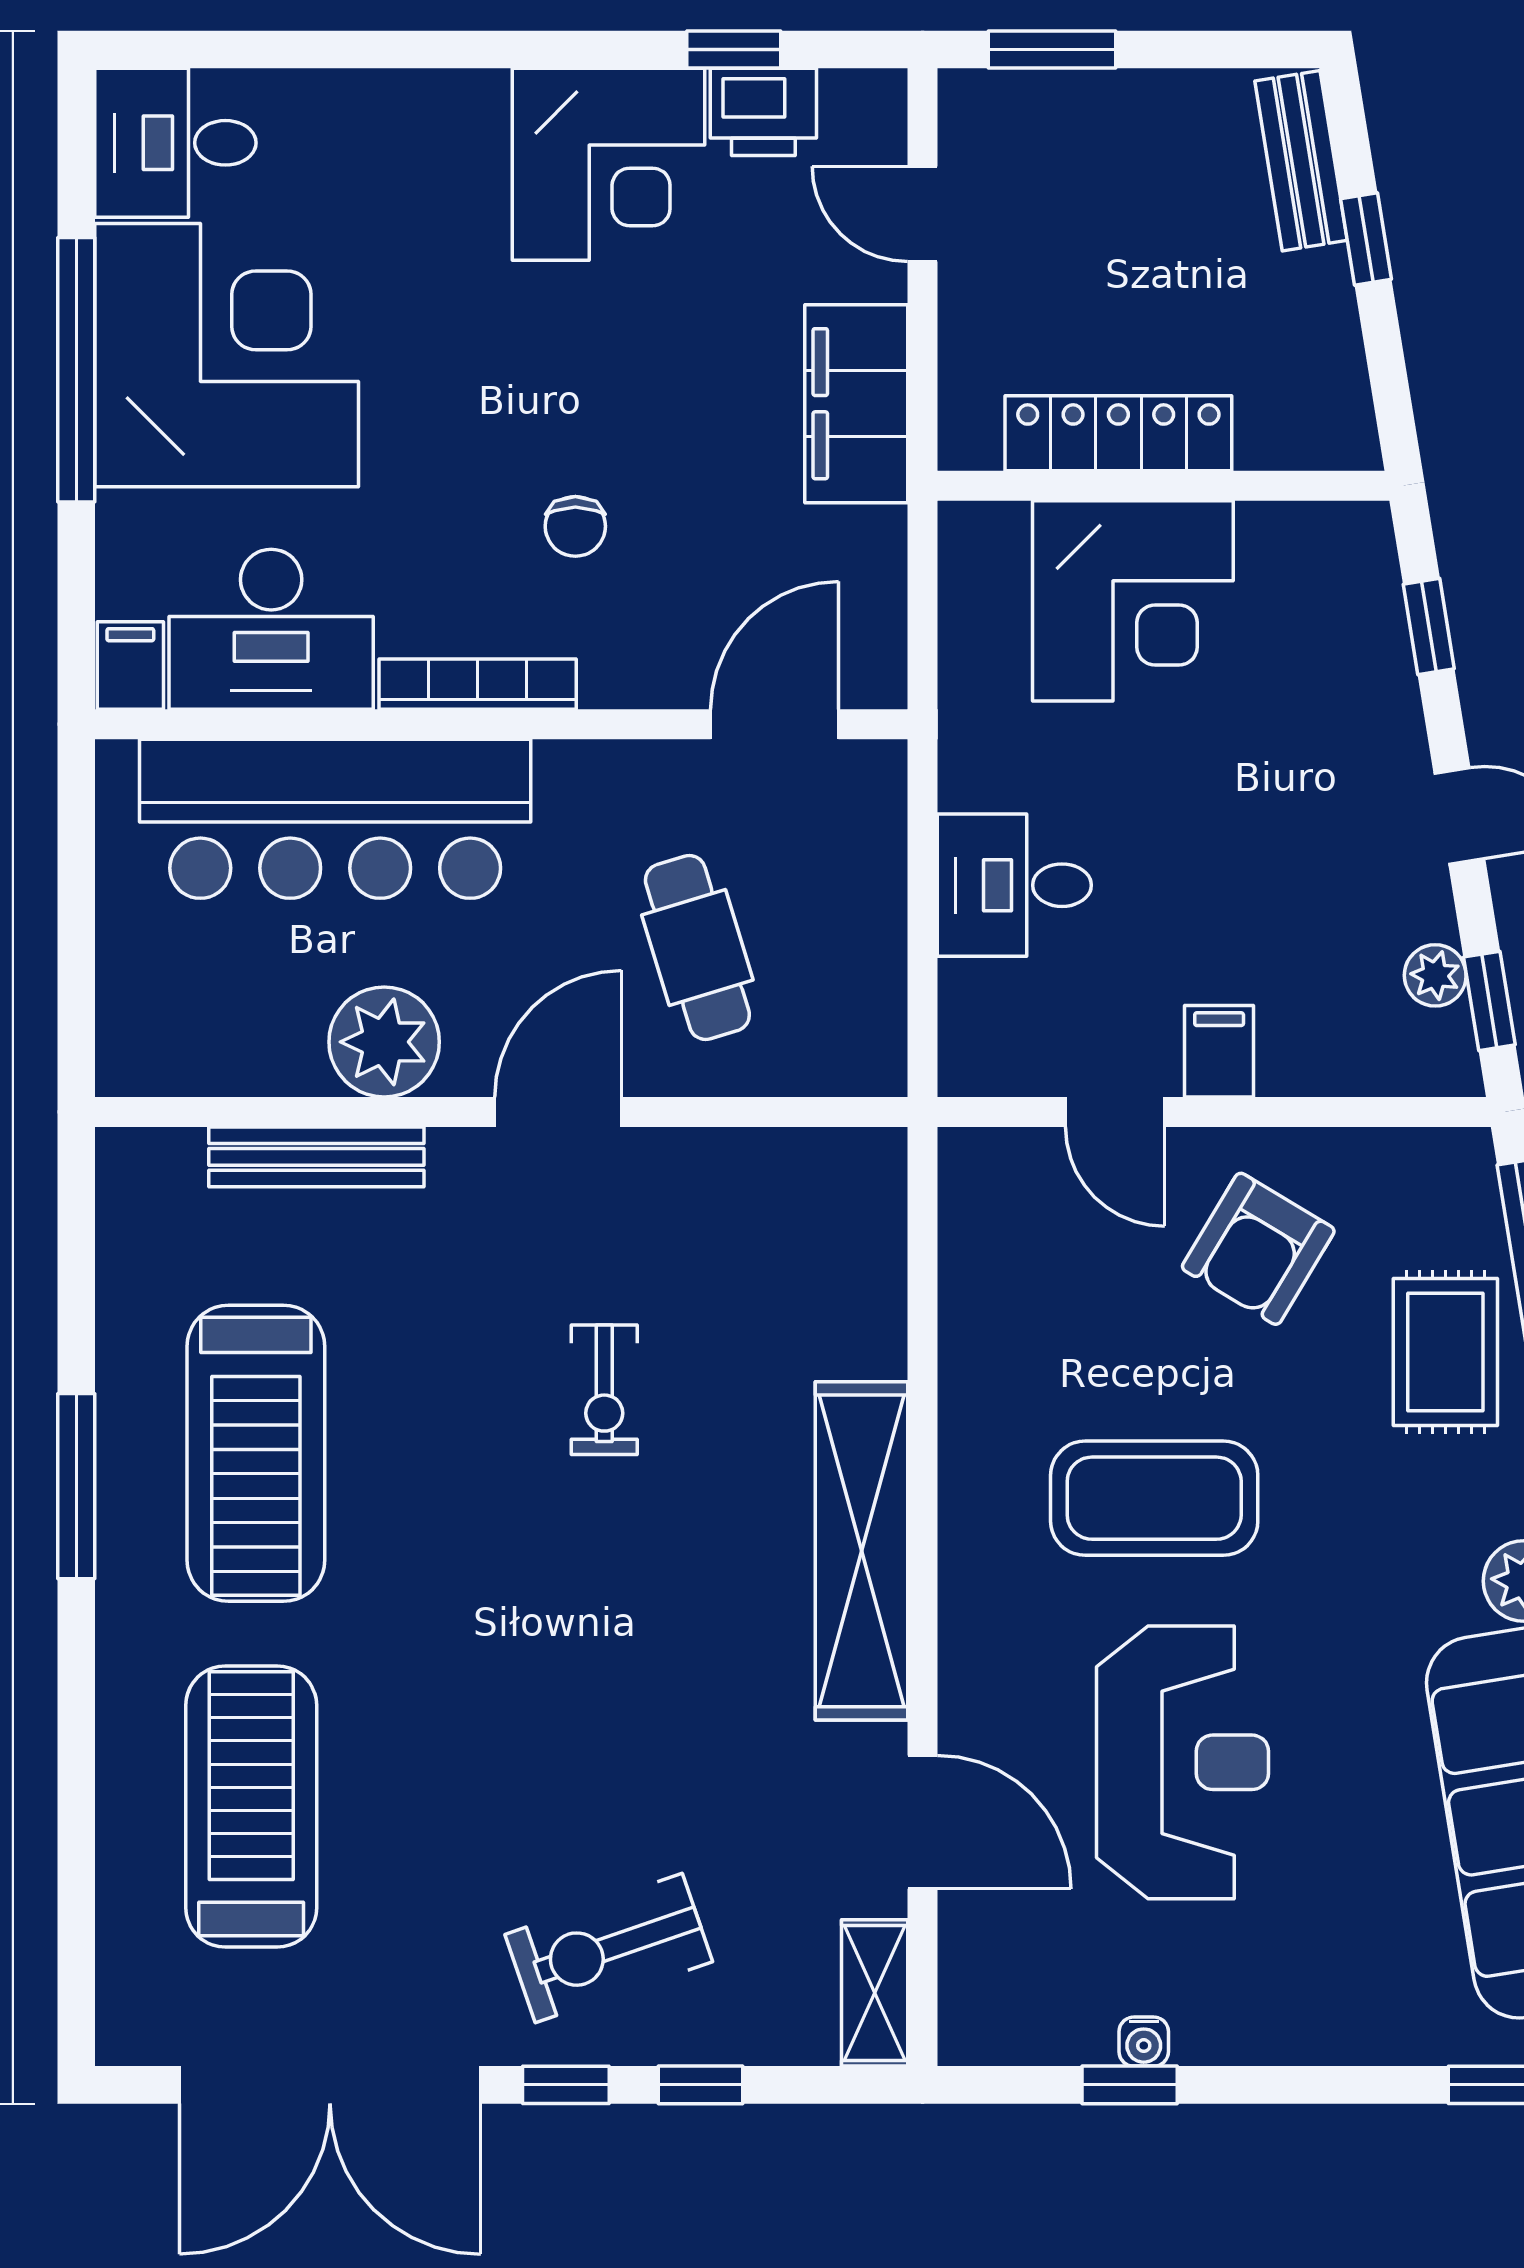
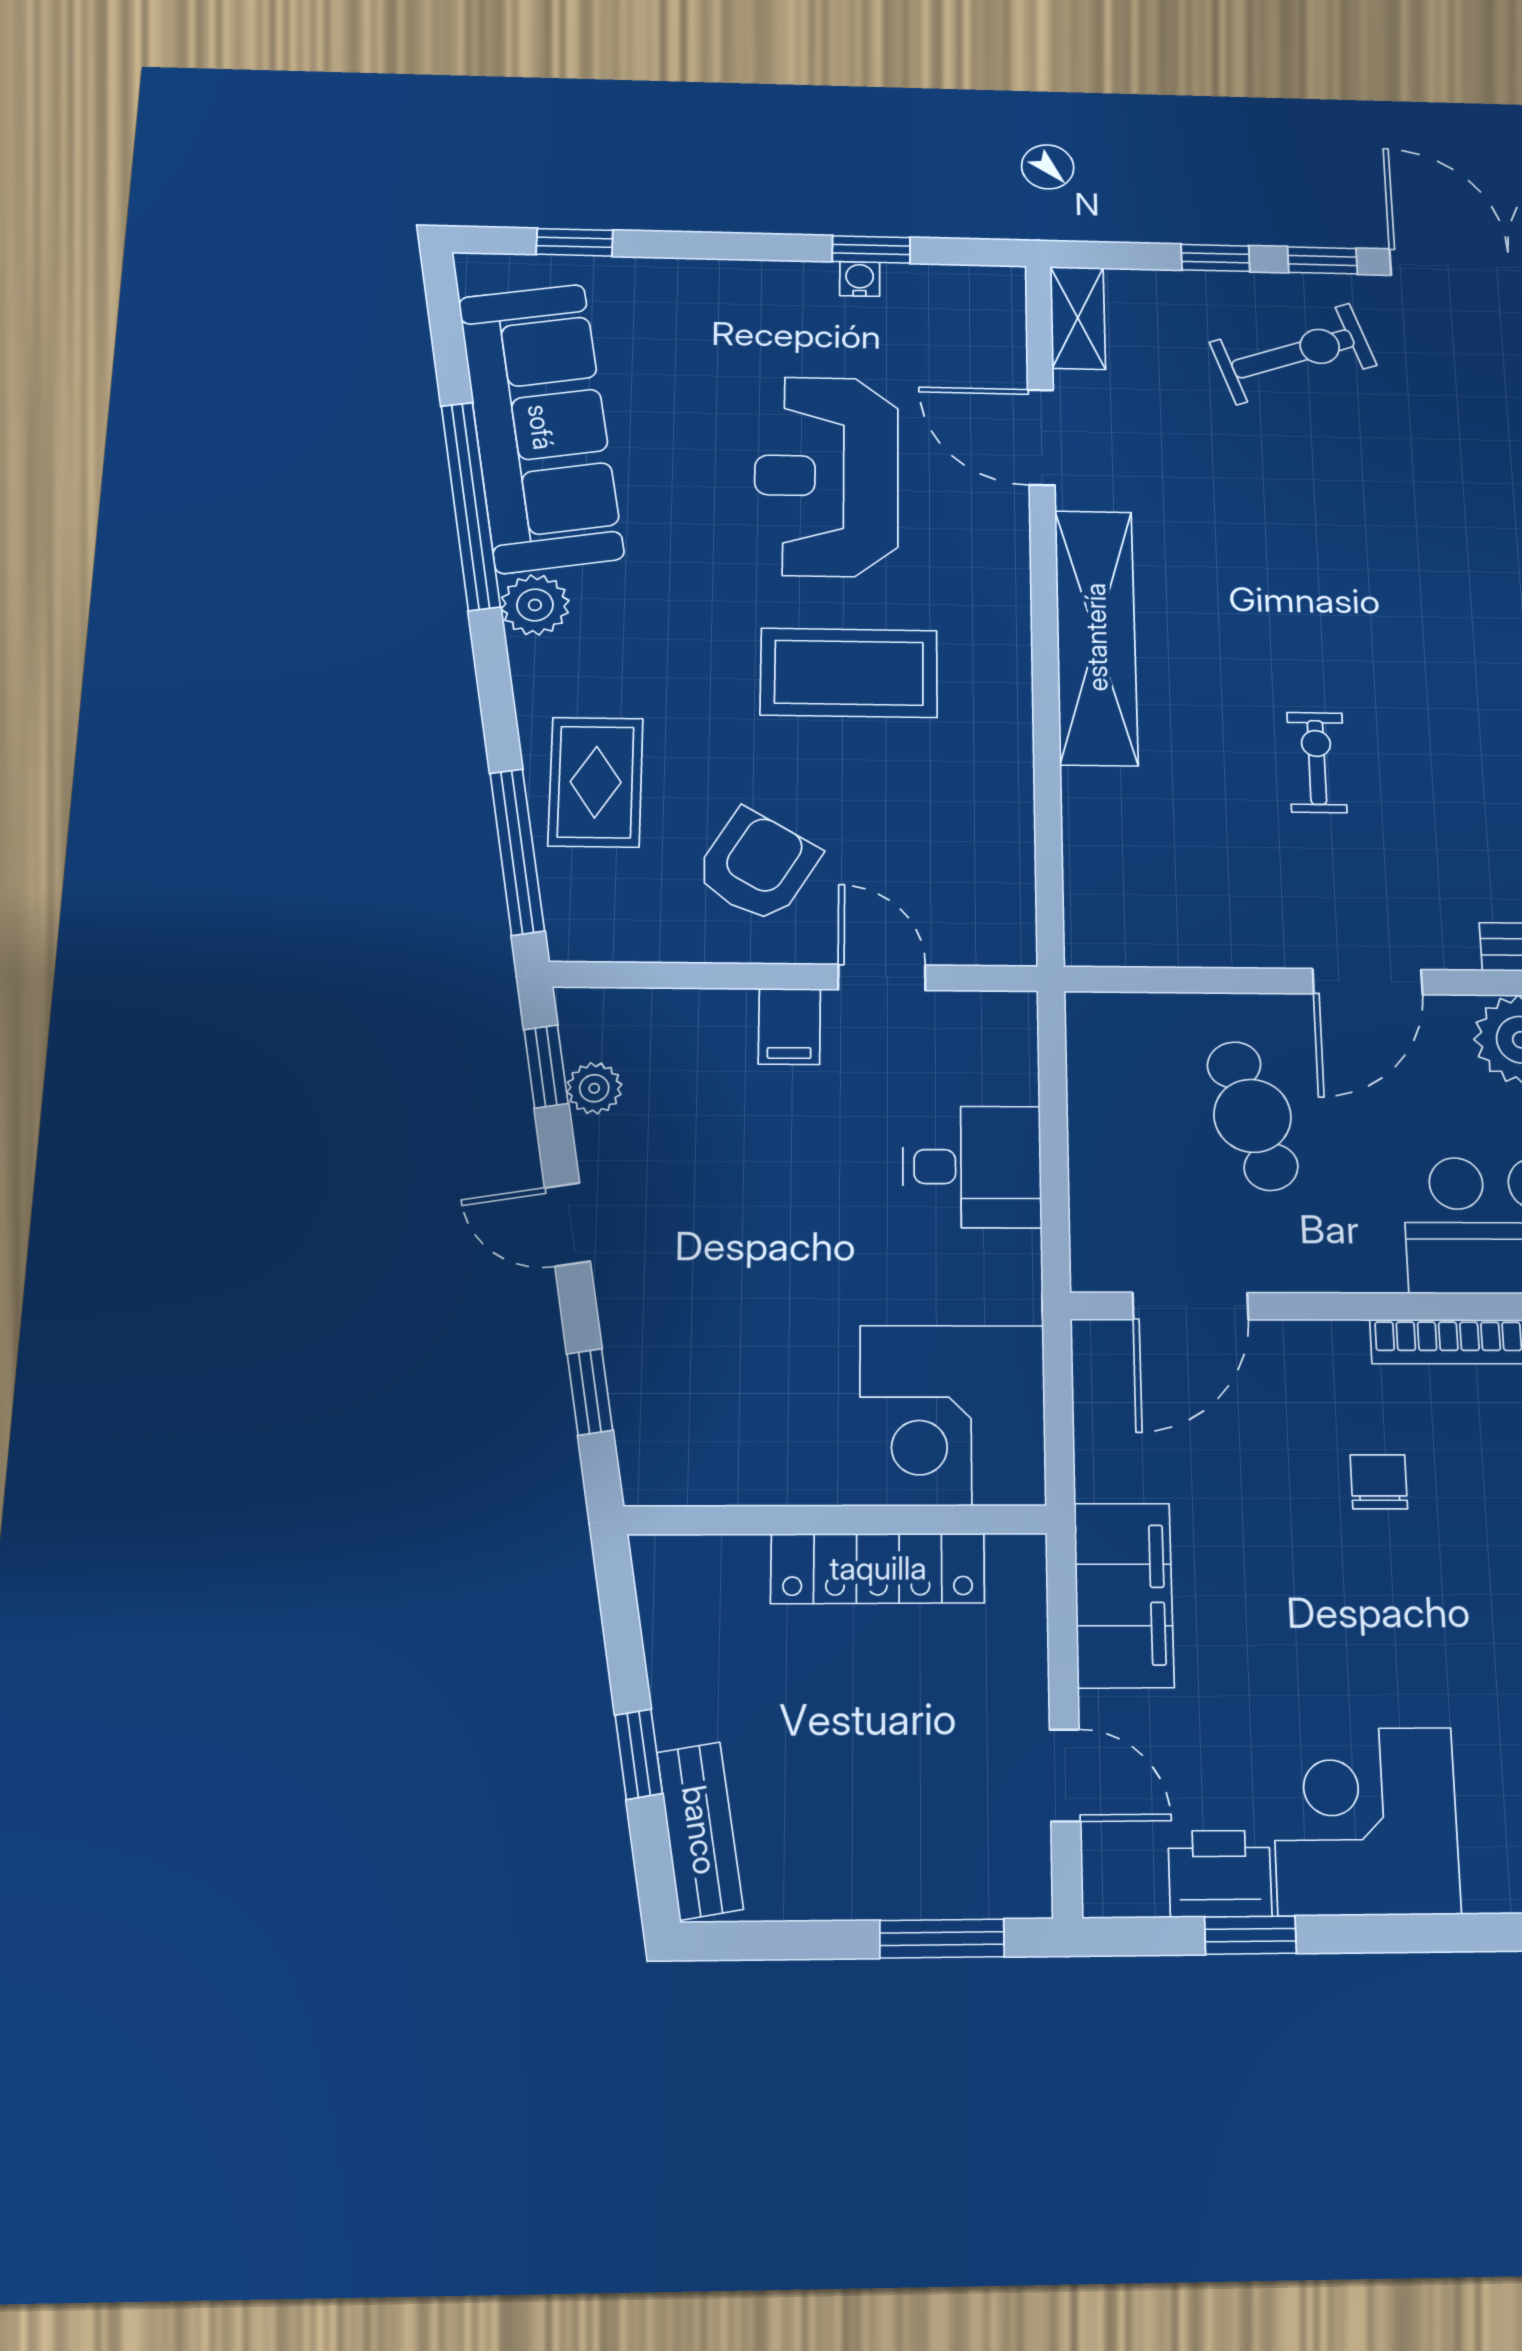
corner desk: (1133, 601) -> (953, 1415), moved, turned -90

